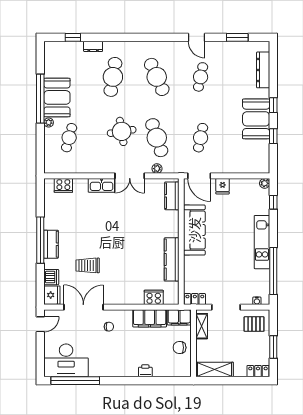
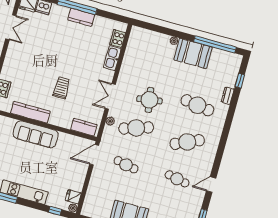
window: (40, 99) -> (215, 44), moved
cafe table: (69, 138) -> (156, 54), removed
kitchen sink: (102, 185) -> (112, 58), moved
fridge: (223, 186) -> (73, 197), moved
sofa: (194, 230) -> (36, 134), moved
kitchen counter: (51, 244) -> (81, 17), moved
trolley: (88, 265) -> (62, 88), moved
double door: (83, 307) -> (11, 27), width x0.73

